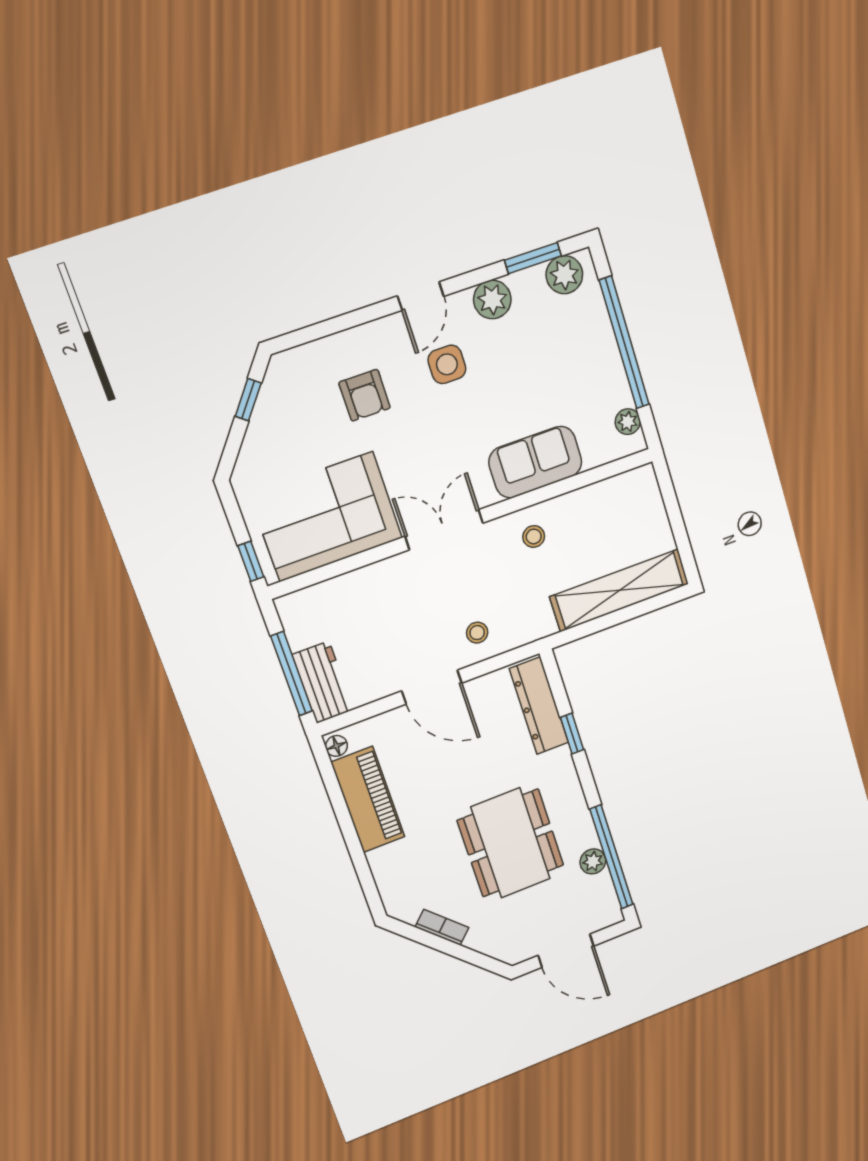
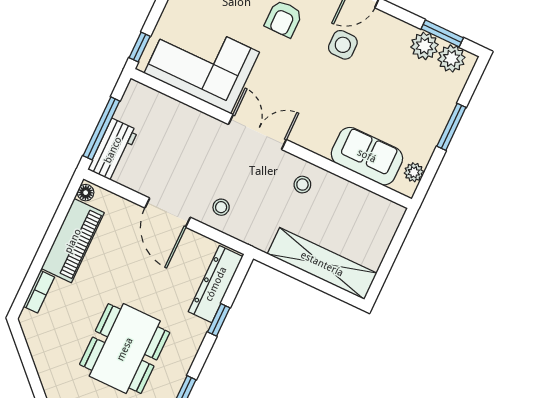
plant: (492, 300) -> (424, 46), moved
window: (624, 343) -> (451, 127), width x0.47
sofa: (535, 462) -> (367, 156), moved
bookcase: (442, 927) -> (39, 292), moved, turned 45

